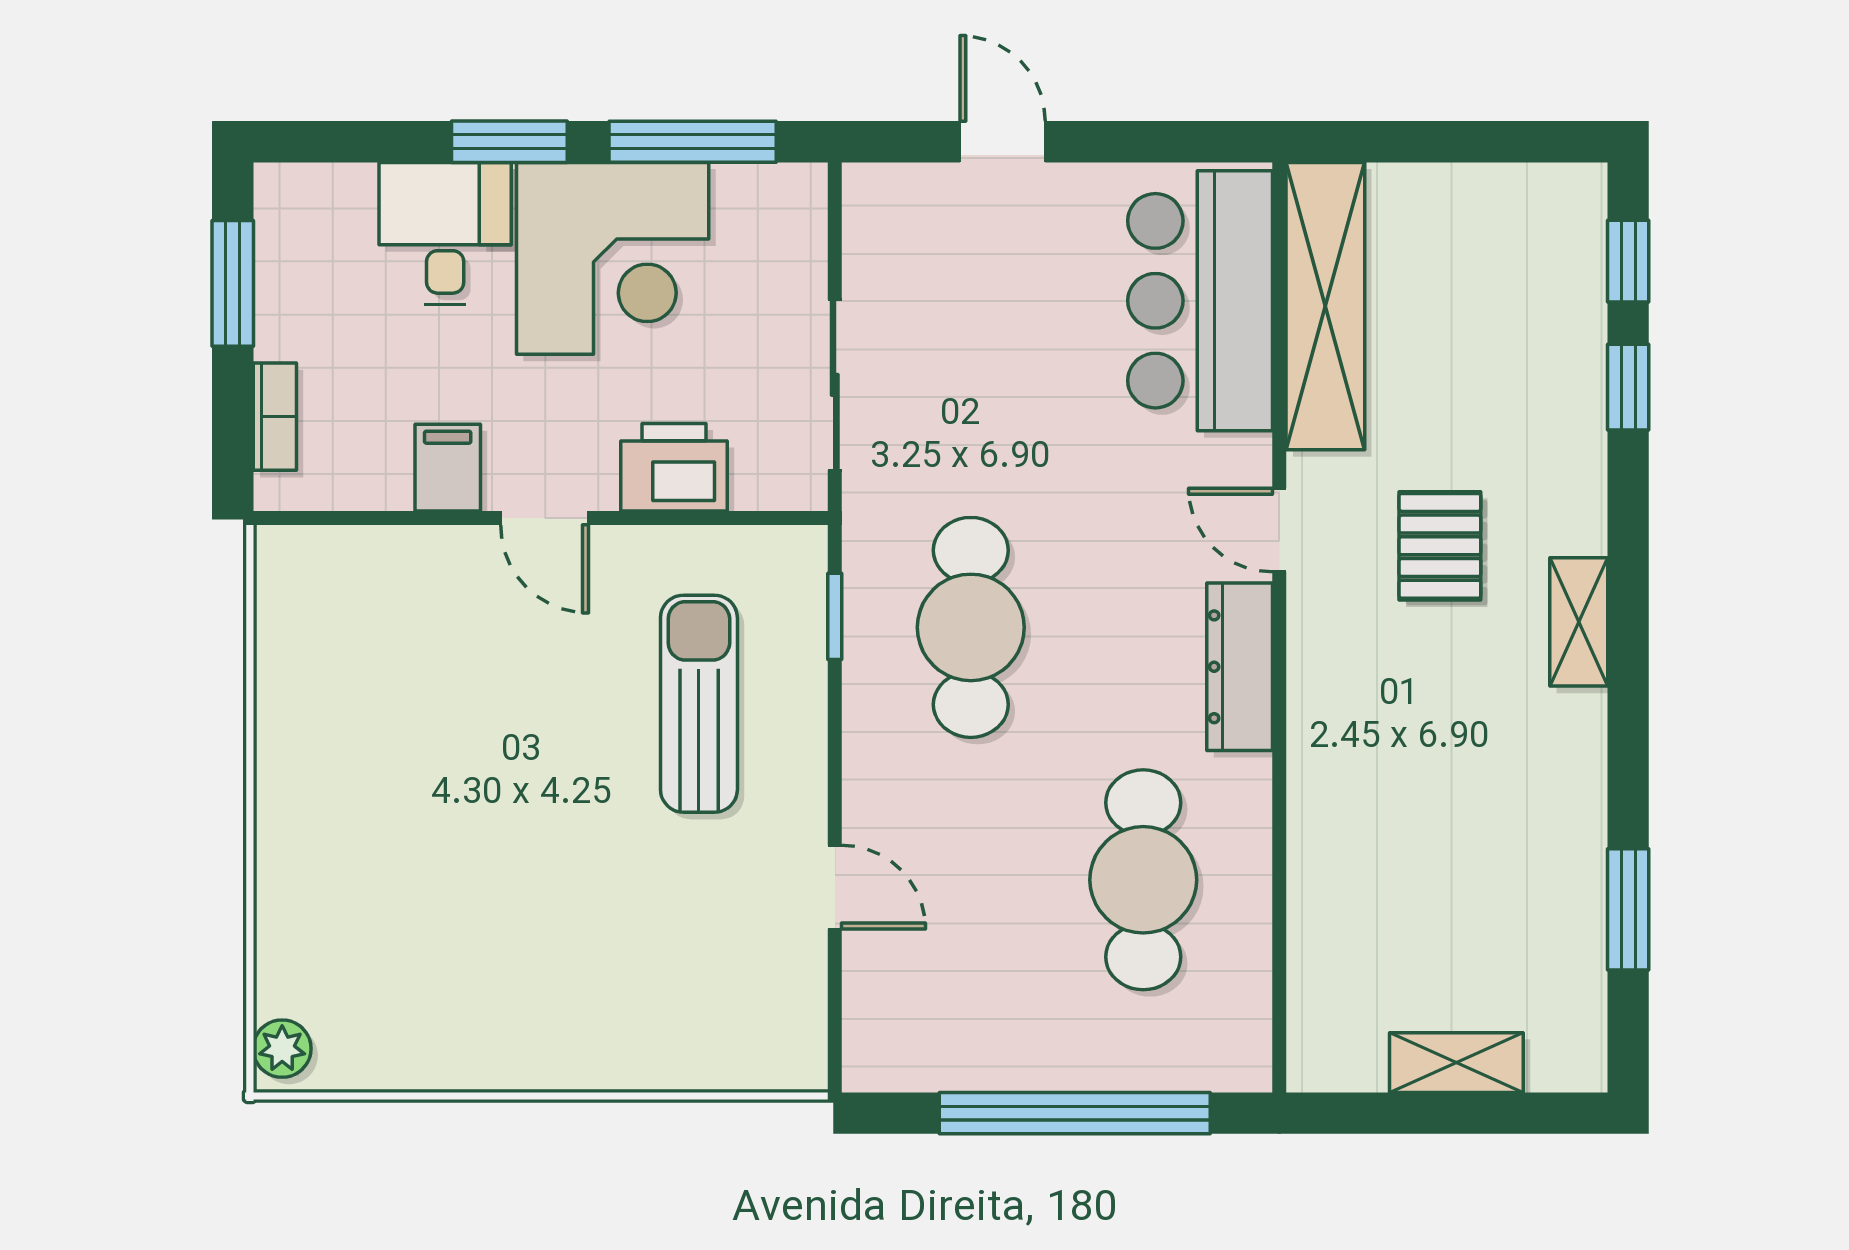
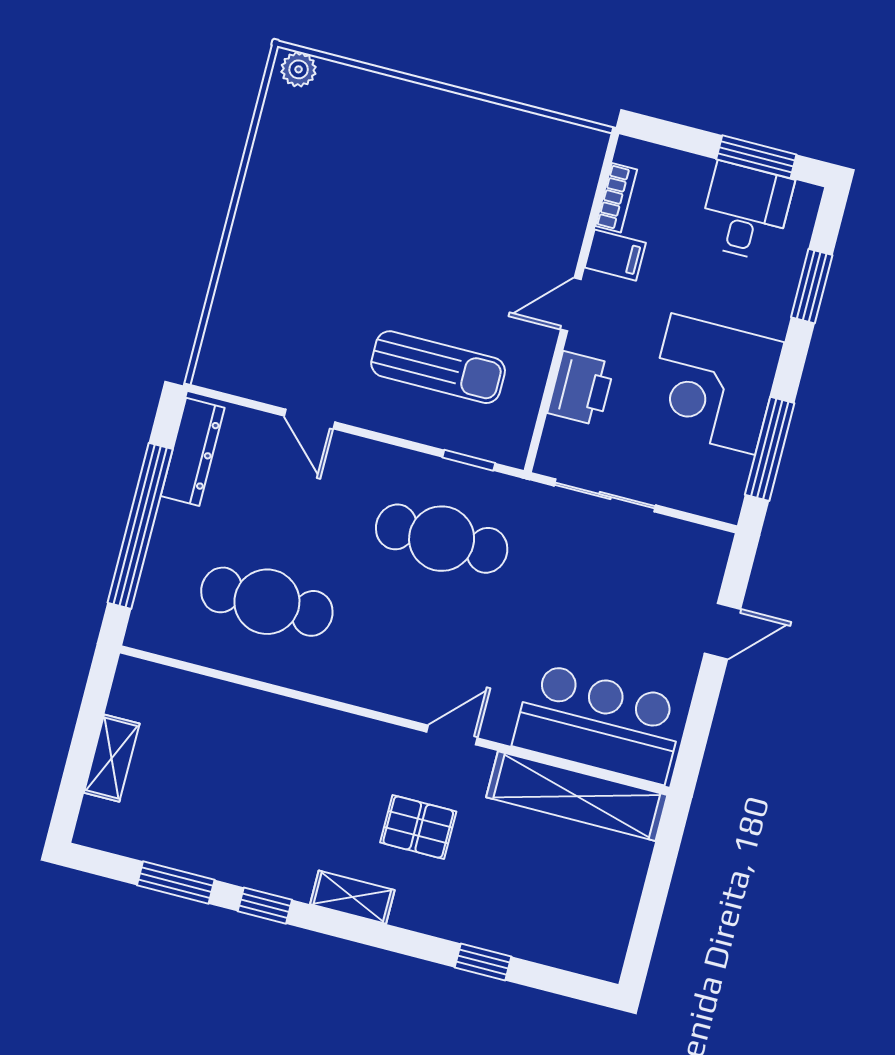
window: (509, 142) -> (812, 286), moved
desk: (445, 233) -> (746, 212), moved, turned -90
window: (1628, 261) -> (265, 906), moved
bookcase: (275, 417) -> (616, 198), moved, turned -90
dresser: (1240, 667) -> (193, 452), moved, turned 90
door: (835, 887) -> (309, 419), hinge flipped

